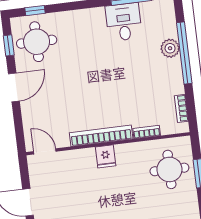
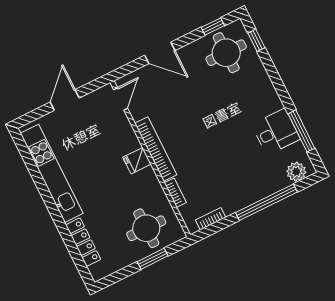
plant: (170, 48) -> (296, 172), moved
door: (14, 87) -> (160, 53), moved

